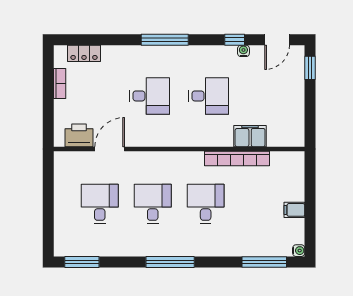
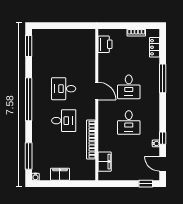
window: (165, 40) -> (163, 78), moved
filing cabinet: (250, 136) -> (105, 162), moved
door: (110, 149) -> (97, 91), moved
desk: (100, 204) -> (64, 57), removed
desk: (153, 204) -> (64, 89), turned 180
filing cabinet: (294, 210) -> (60, 174), width x2.00
window: (170, 262) -> (29, 99), width x1.46

